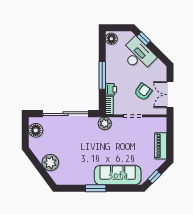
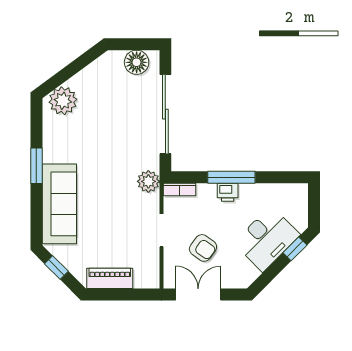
floor lamp: (111, 39) -> (295, 193), removed
printer: (111, 89) -> (228, 192), moved
plant: (50, 163) -> (63, 101), moved

